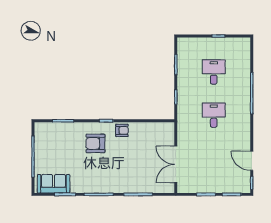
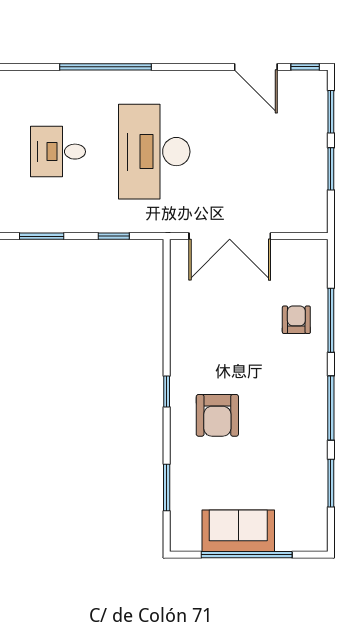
desk: (214, 115) -> (154, 152), width x1.87, depth x1.30
armchair: (122, 130) -> (296, 320), moved
door: (252, 161) -> (256, 67), hinge flipped
double door: (176, 164) -> (230, 236), moved
sofa: (54, 184) -> (238, 531), moved, turned 90

